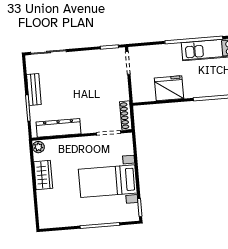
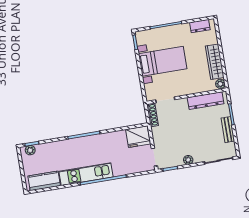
plant: (86, 56) -> (188, 160), added
fridge: (169, 88) -> (138, 137), moved
wardrobe: (43, 175) -> (215, 62), width x1.50
dresser: (58, 221) -> (200, 26), added

